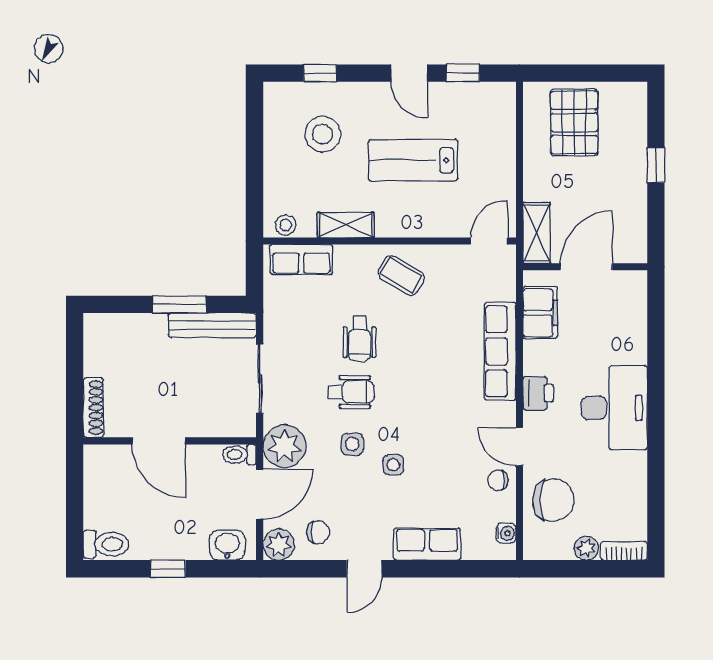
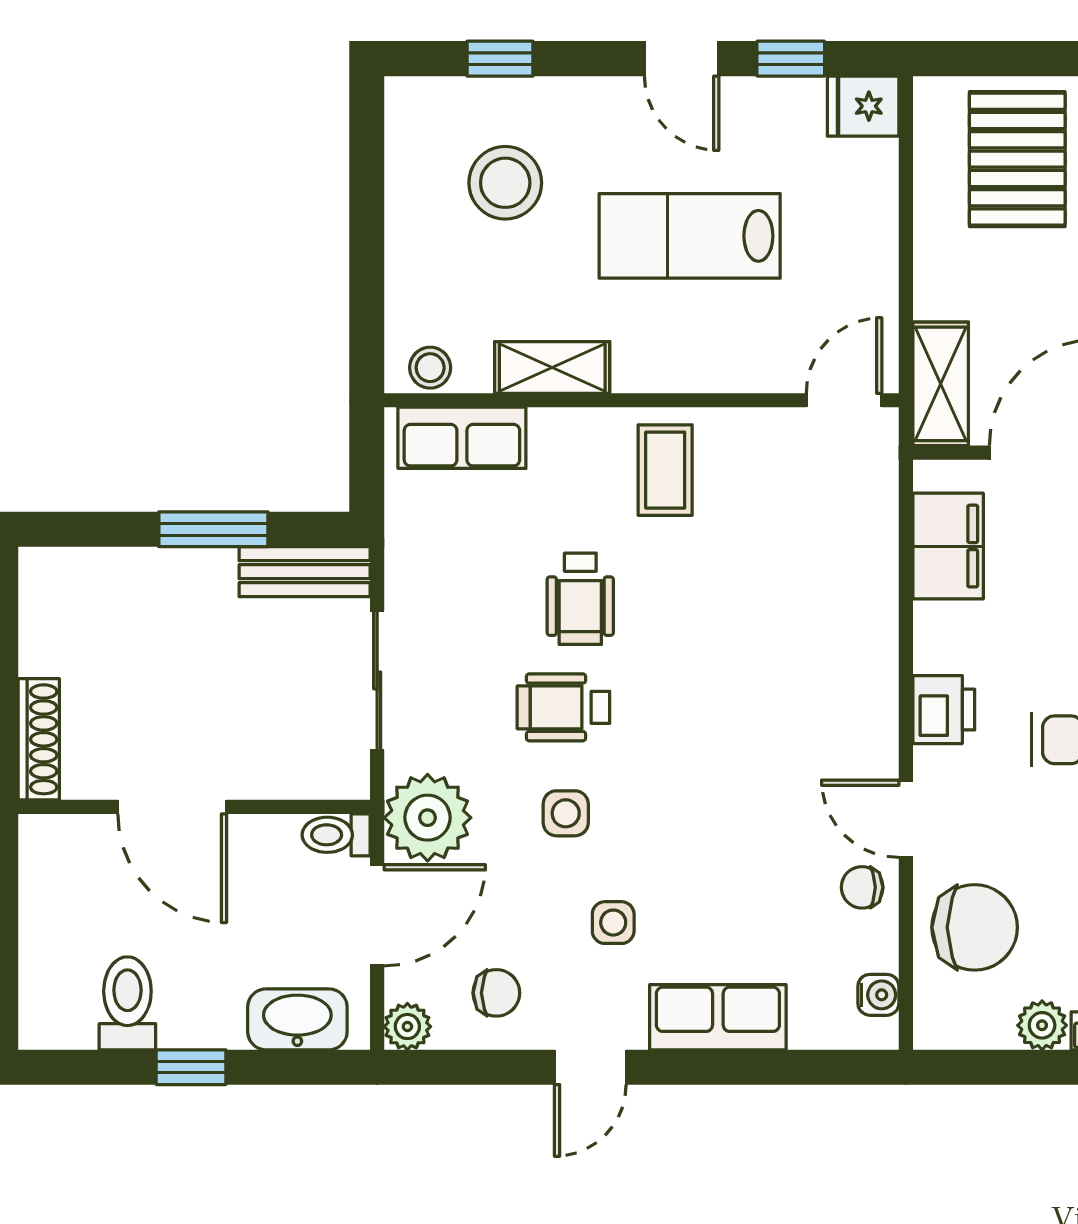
fridge: (498, 96) -> (863, 106), added
coffee table: (401, 275) -> (665, 470), turned 59
bench: (212, 325) -> (305, 572), width x0.73
row of seats: (500, 351) -> (867, 625), removed
wheelchair: (351, 392) -> (563, 707), turned 180
side table: (393, 465) -> (613, 923), moved
toilet: (106, 544) -> (127, 1003), moved, turned -90
plant: (279, 544) -> (407, 1027), width x0.73, depth x0.73
washbasin: (227, 545) -> (297, 1019), width x1.38

